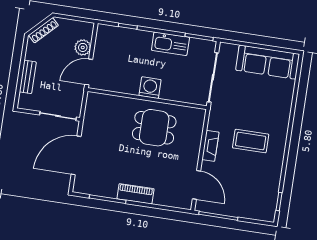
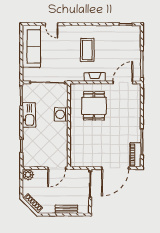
plant: (83, 47) -> (28, 175), moved
door: (89, 72) -> (57, 168), hinge flipped
washing machine: (150, 88) -> (61, 114), moved
door: (295, 96) -> (52, 24), added
dining table: (154, 128) -> (94, 106), moved
door: (76, 155) -> (115, 168), hinge flipped
piano: (136, 194) -> (135, 155), moved

